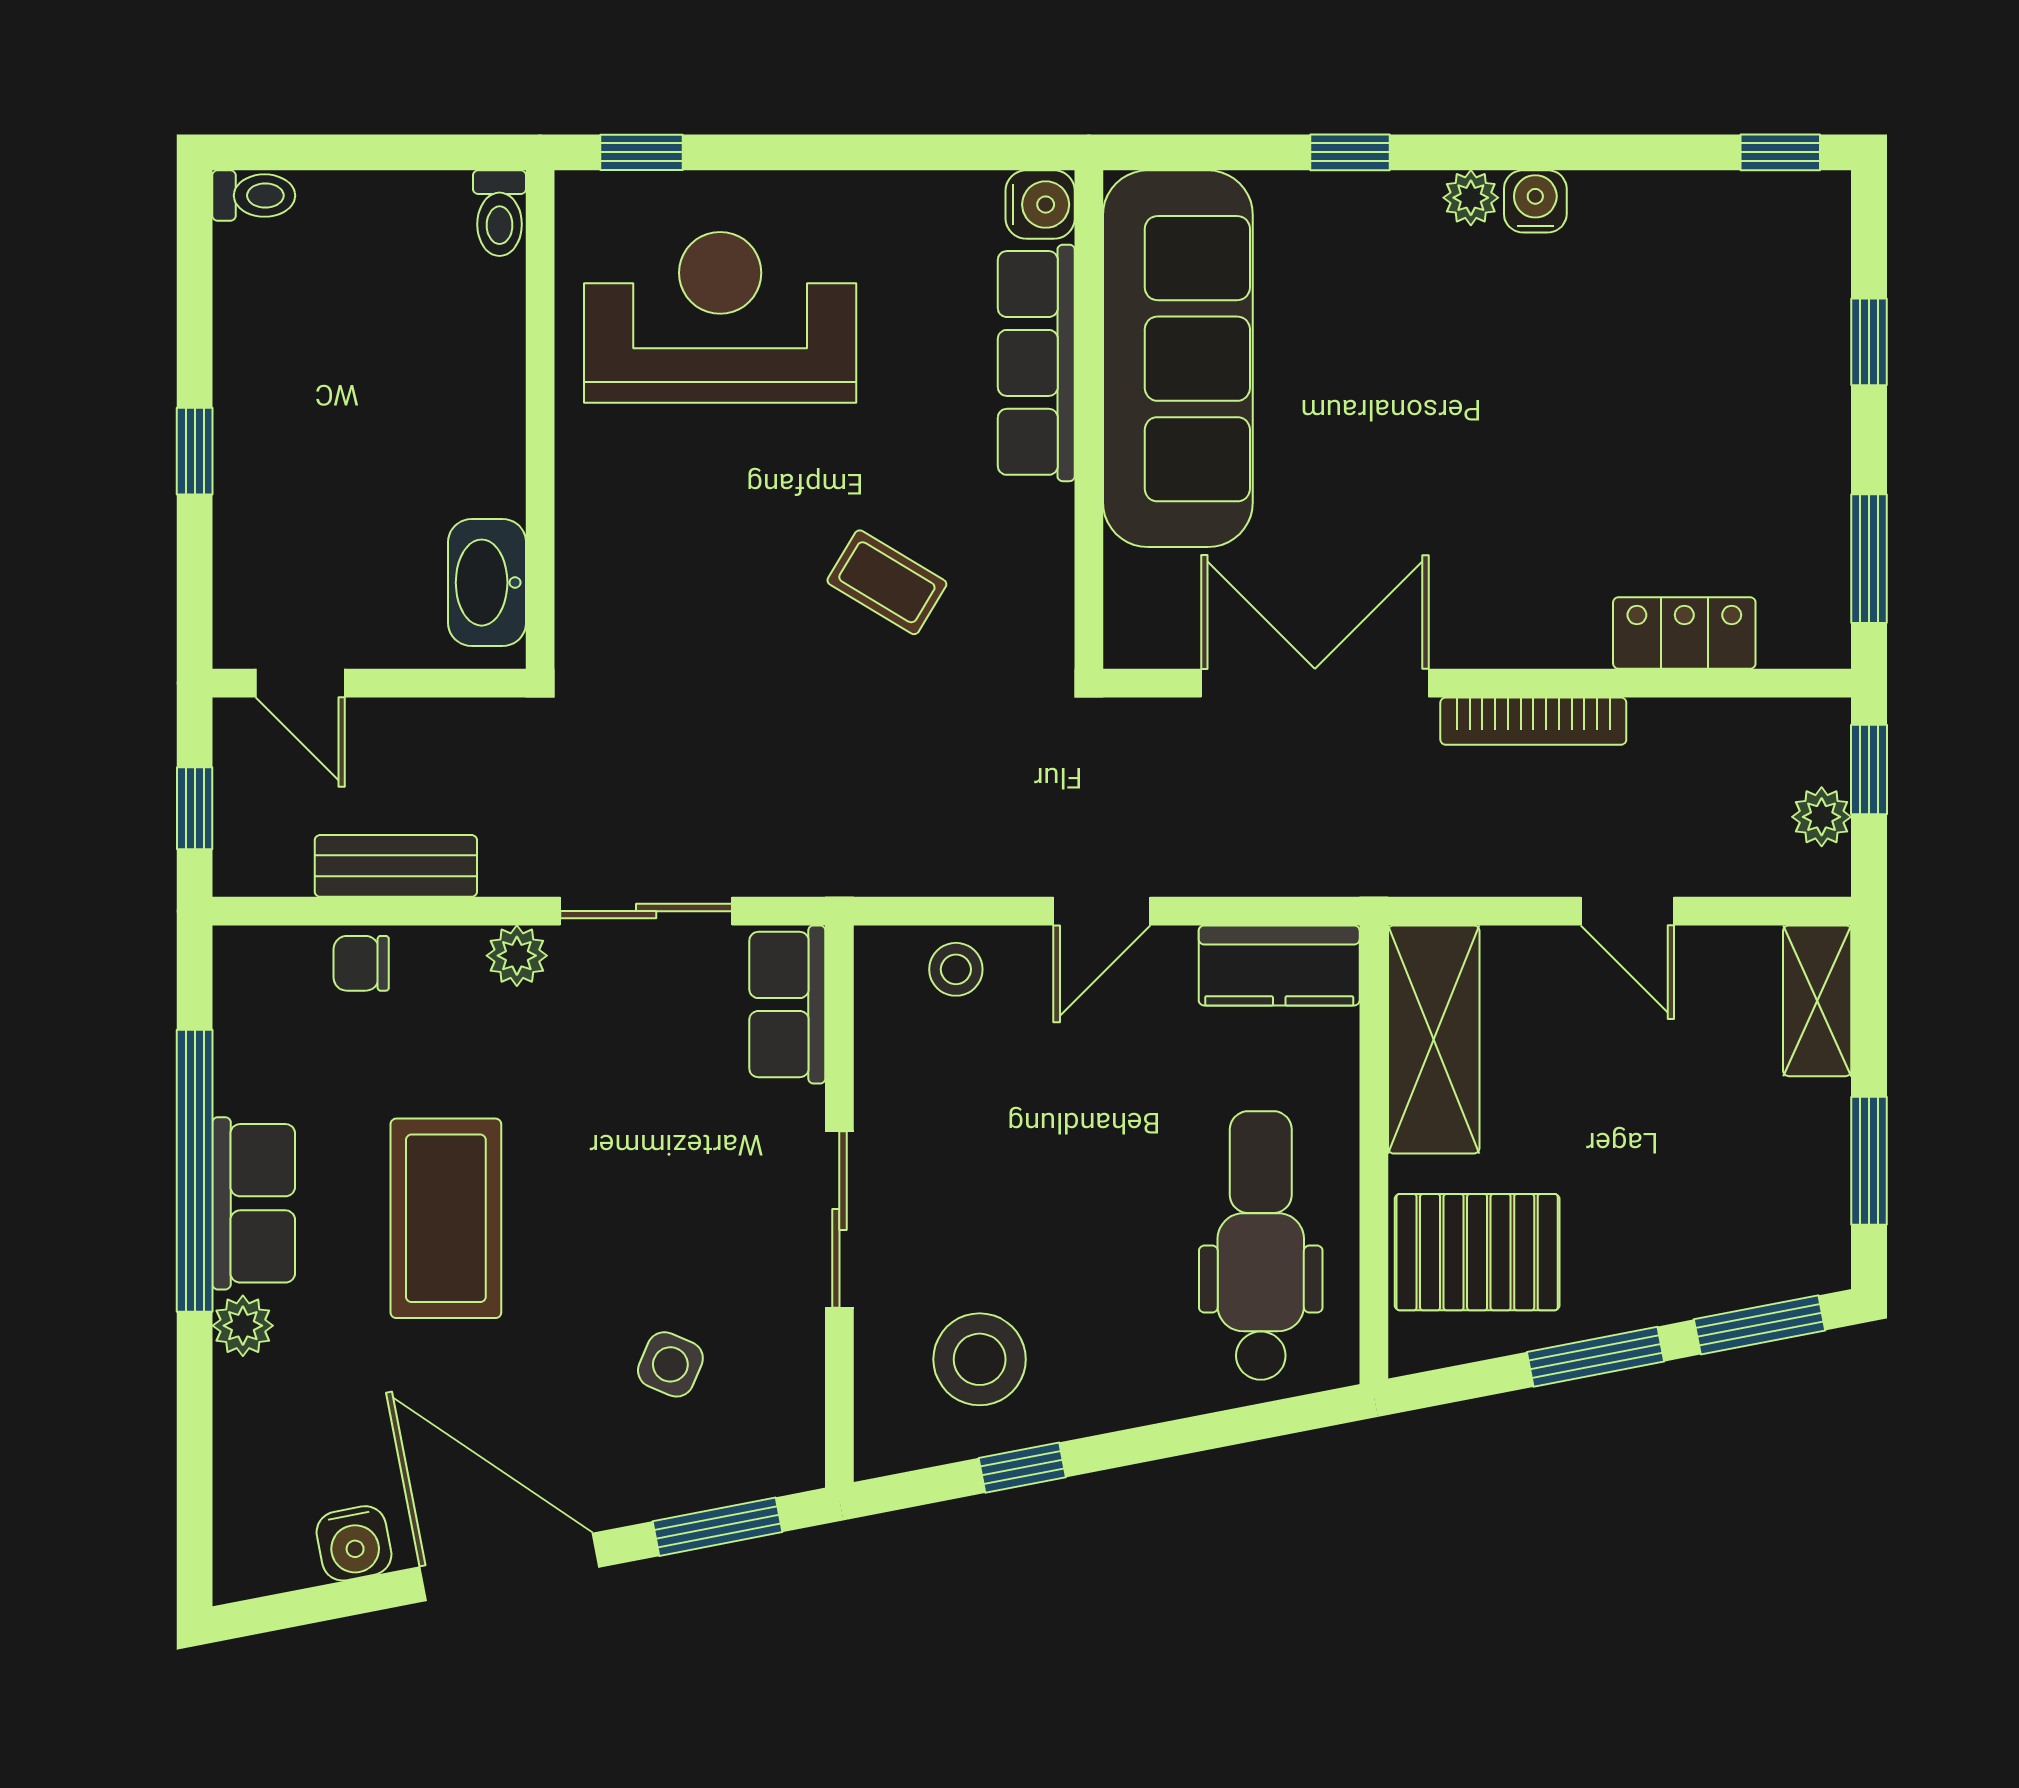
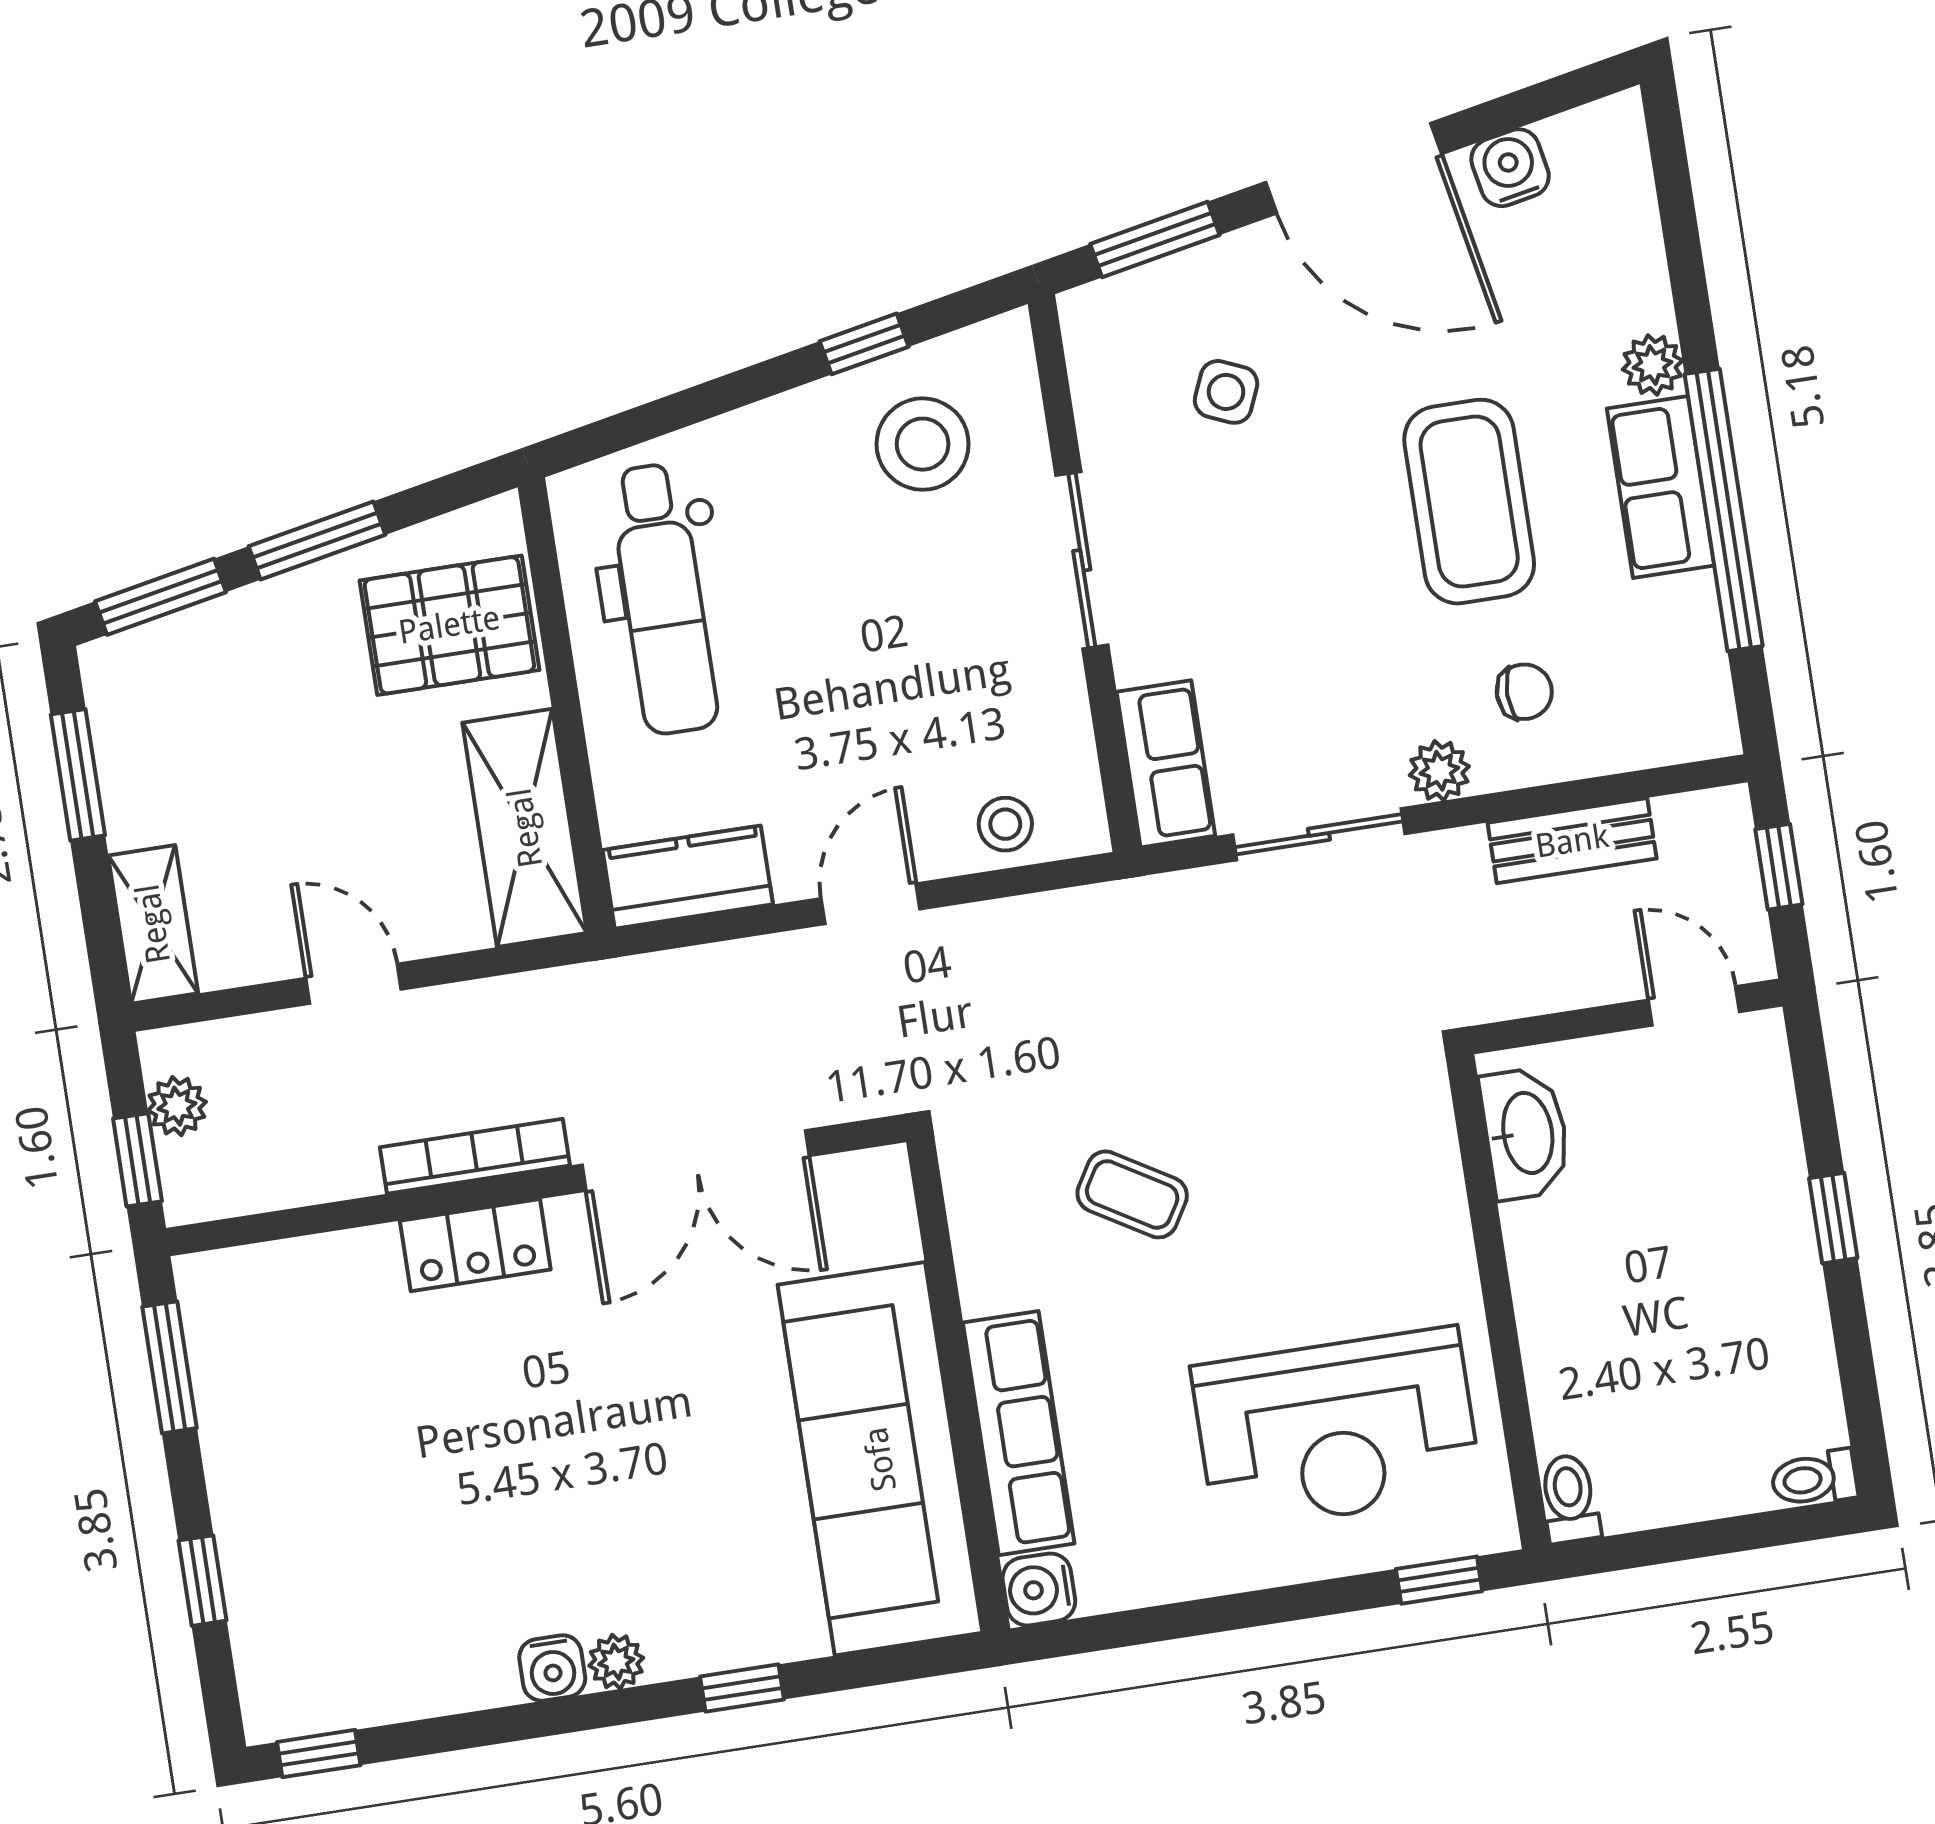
locker: (1684, 633) -> (475, 1245), moved
chair: (361, 963) -> (1524, 692), moved

